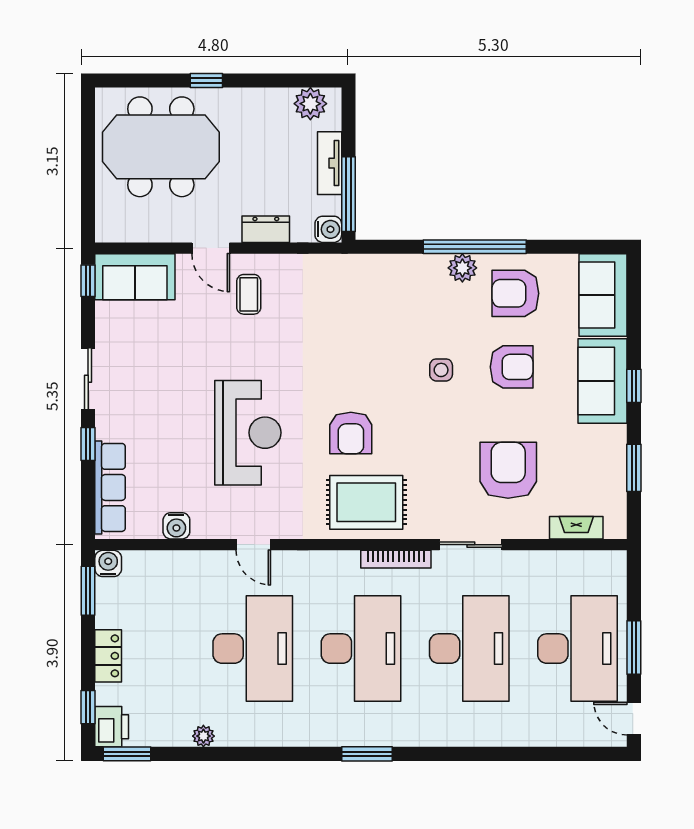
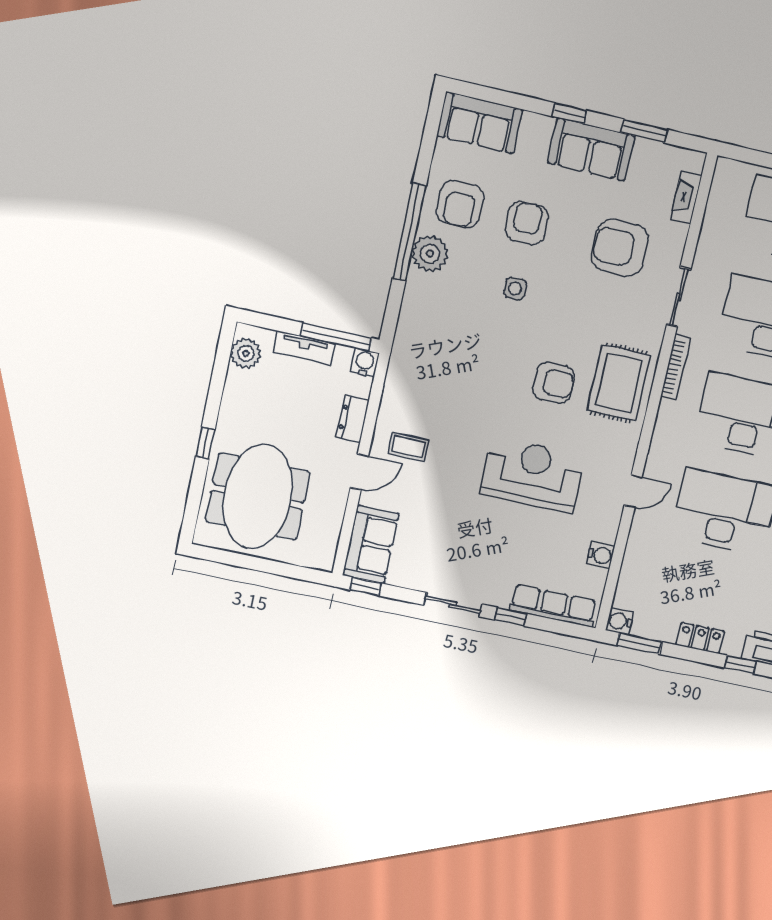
plant: (462, 268) -> (430, 254), width x1.36, depth x1.36
sofa: (603, 381) -> (591, 149), moved

